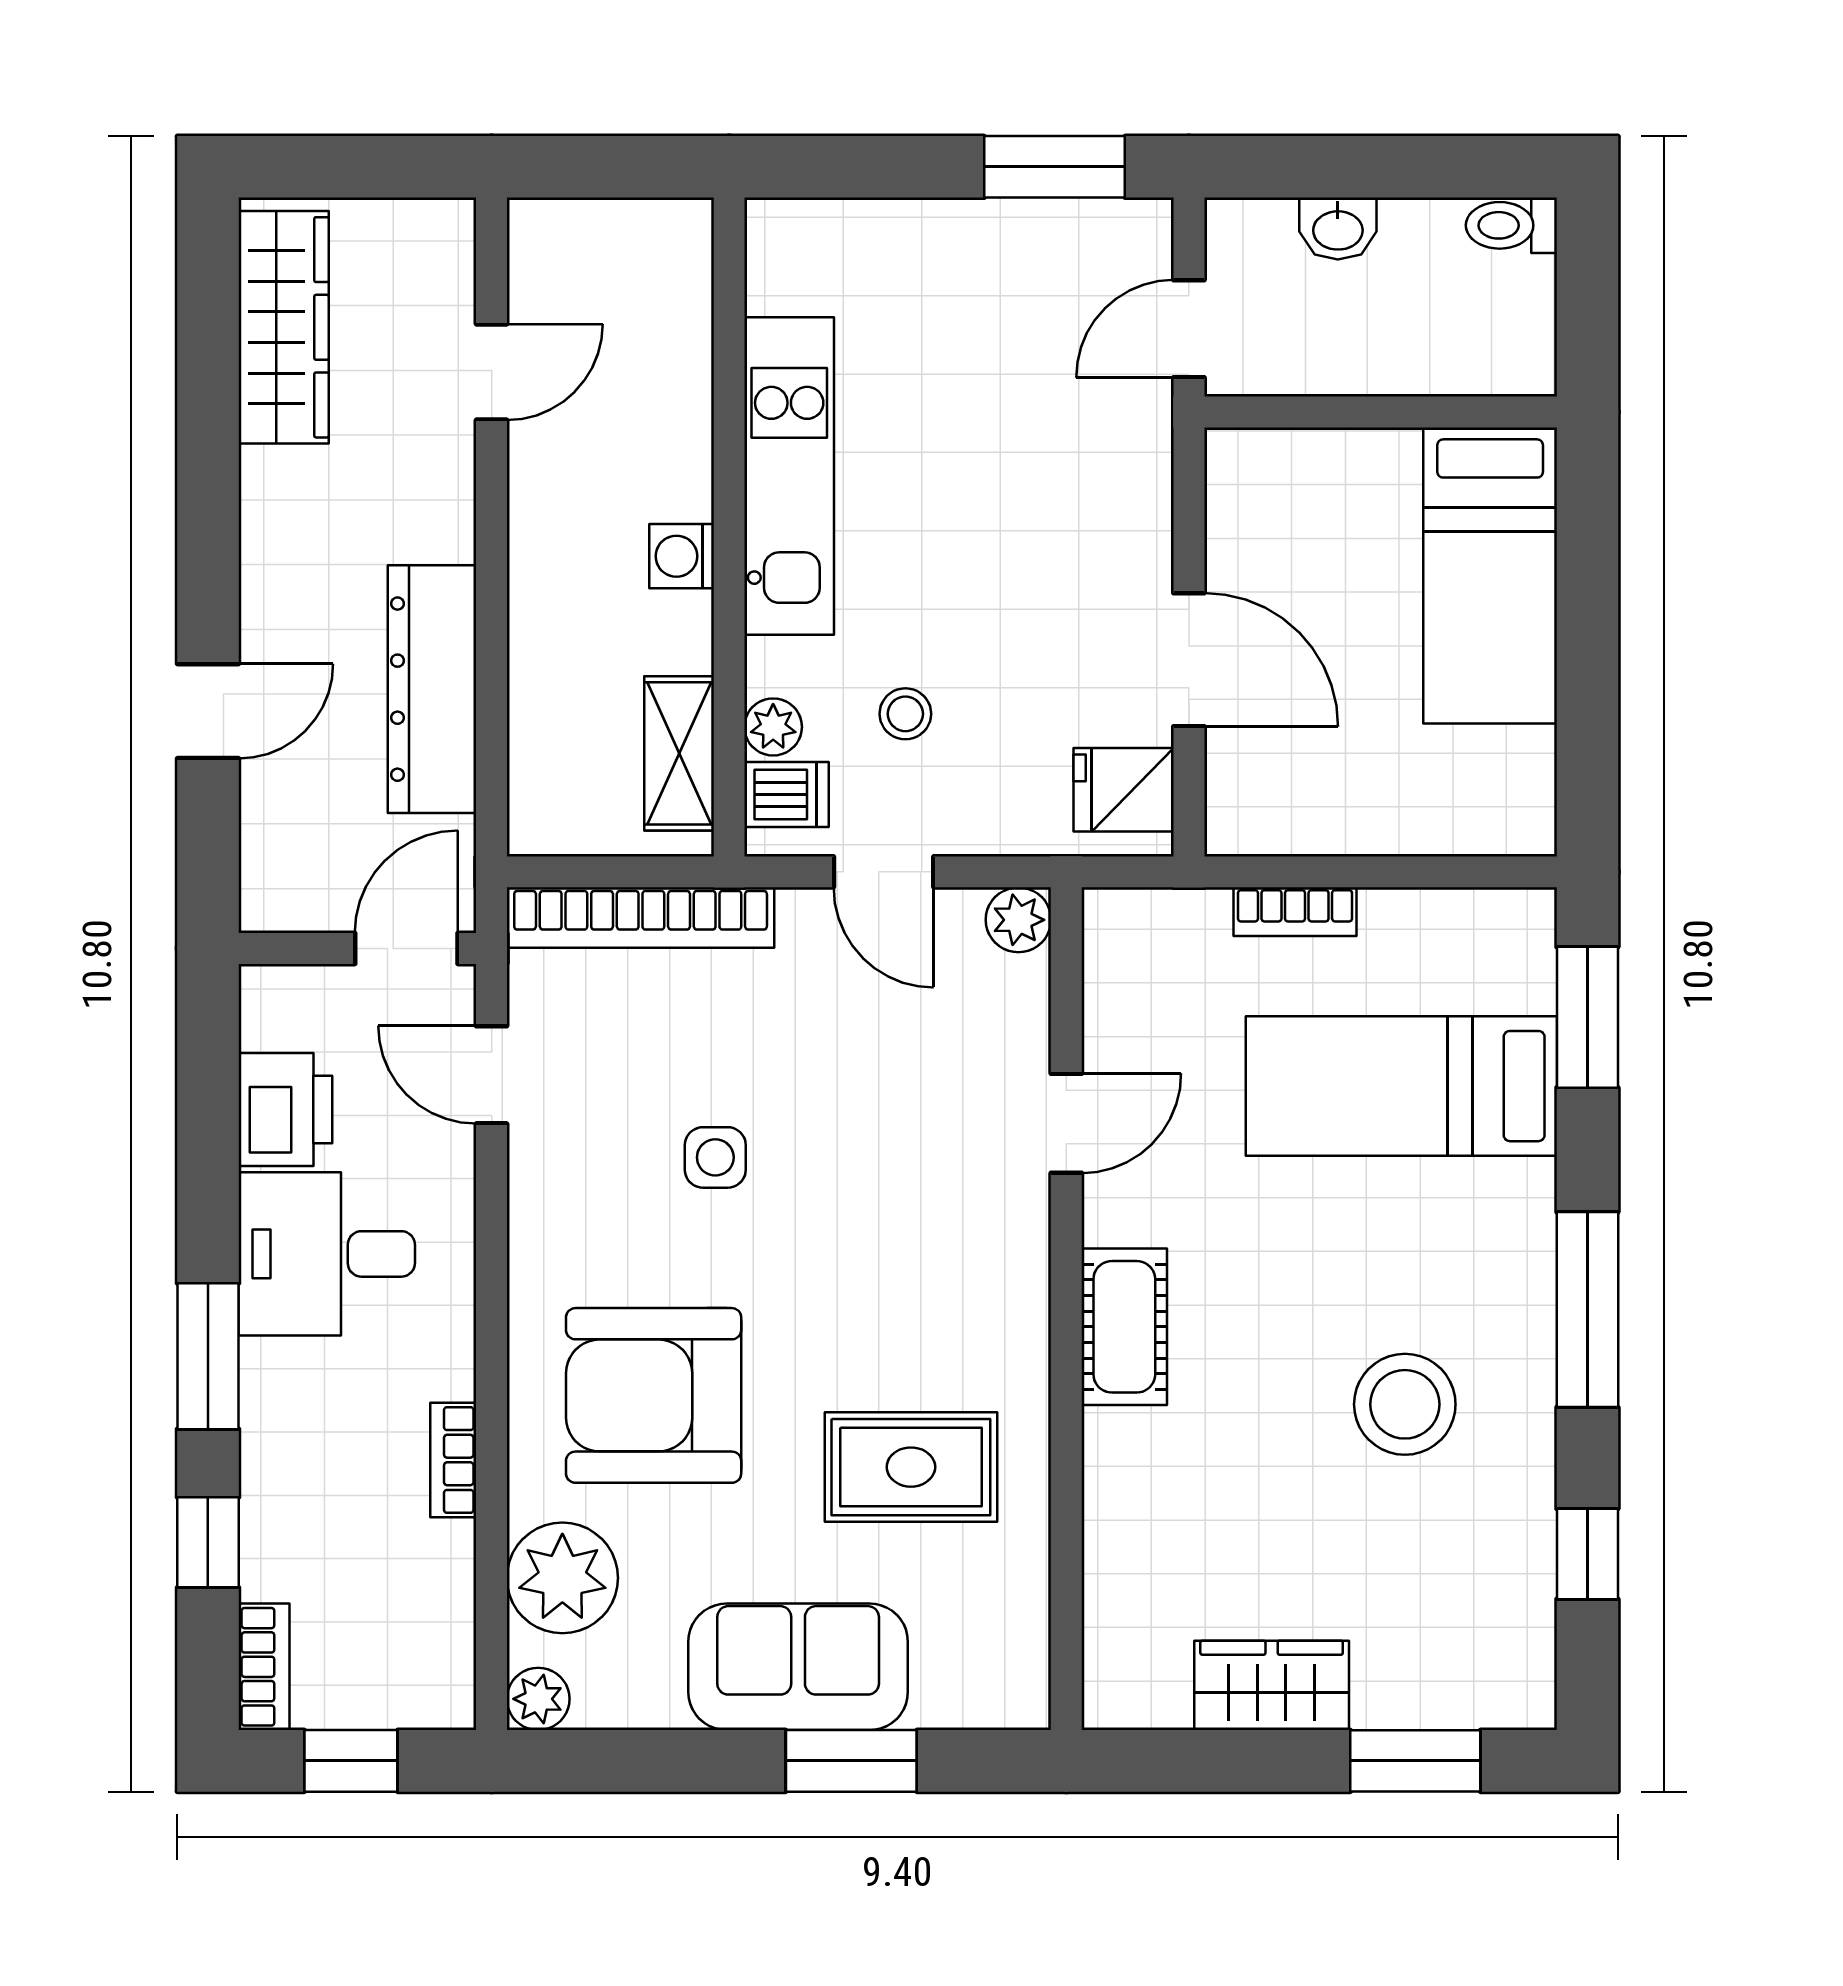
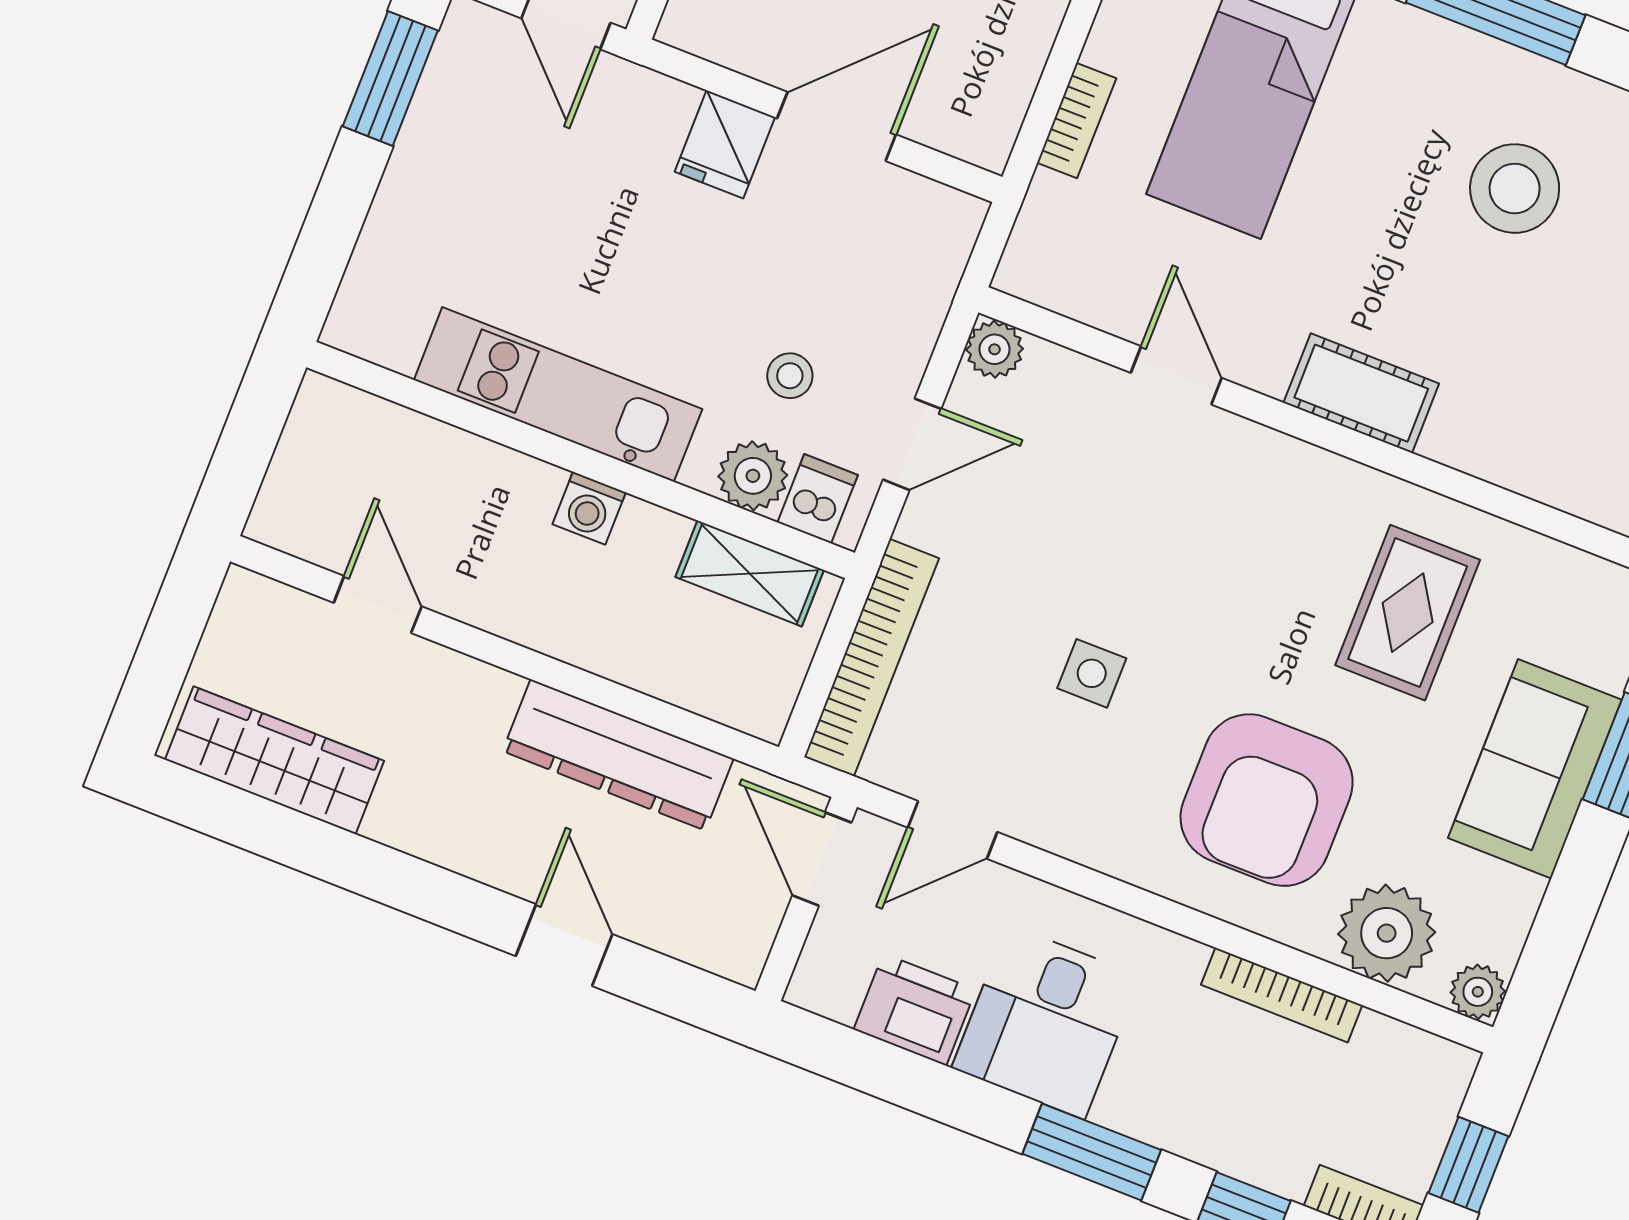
plant: (773, 727) -> (753, 476), width x1.38, depth x1.38
fridge: (1124, 790) -> (725, 144), moved
bookcase: (453, 1460) -> (1282, 995), width x1.56

